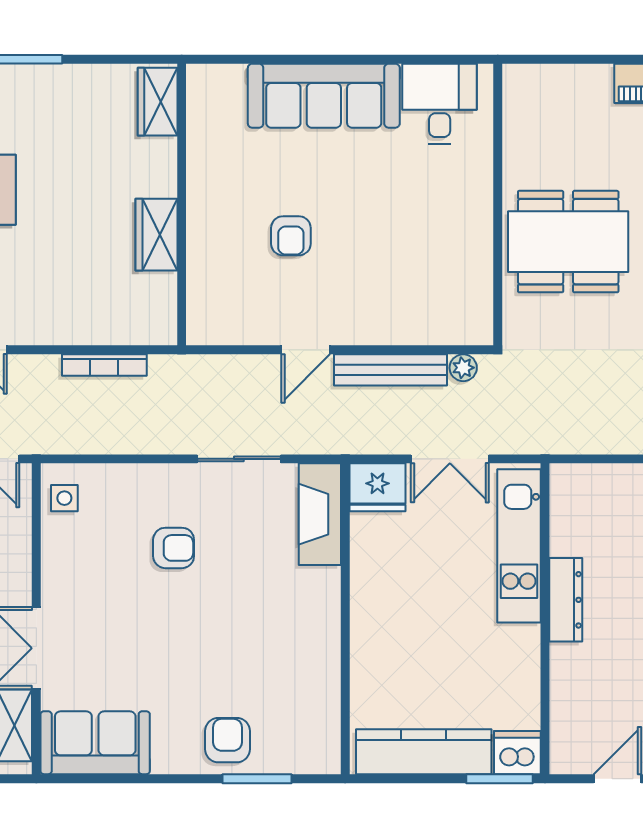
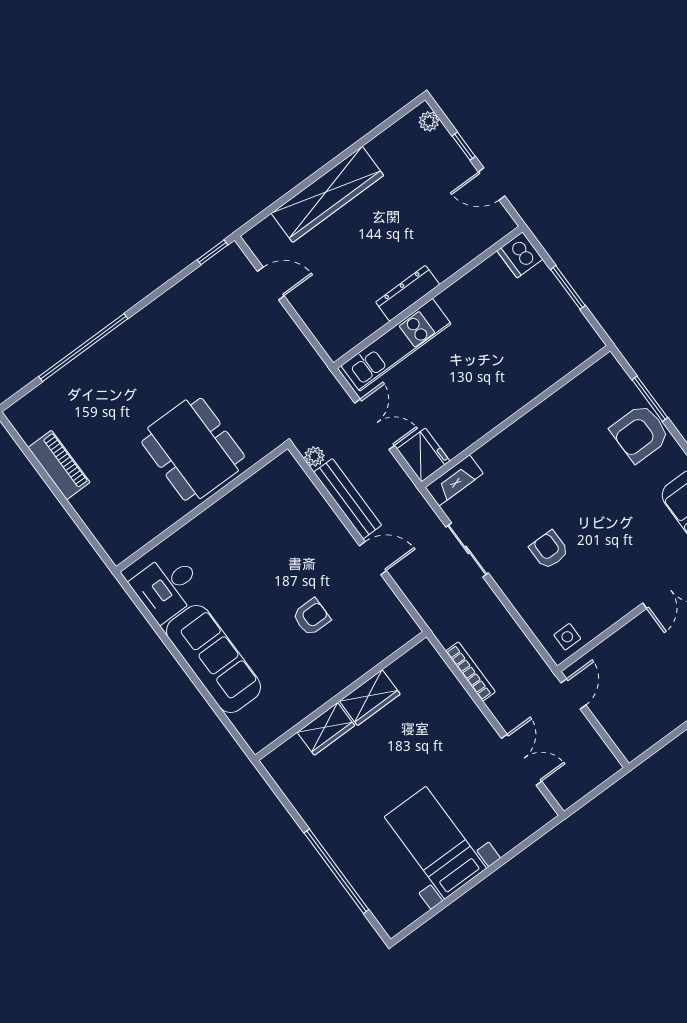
wardrobe: (158, 102) -> (326, 729), moved
fireplace: (320, 514) -> (454, 480), width x0.73, depth x0.76
armchair: (227, 740) -> (640, 433), width x1.38, depth x1.38
kitchen counter: (424, 752) -> (561, 311), removed
window: (500, 779) -> (568, 287), moved

